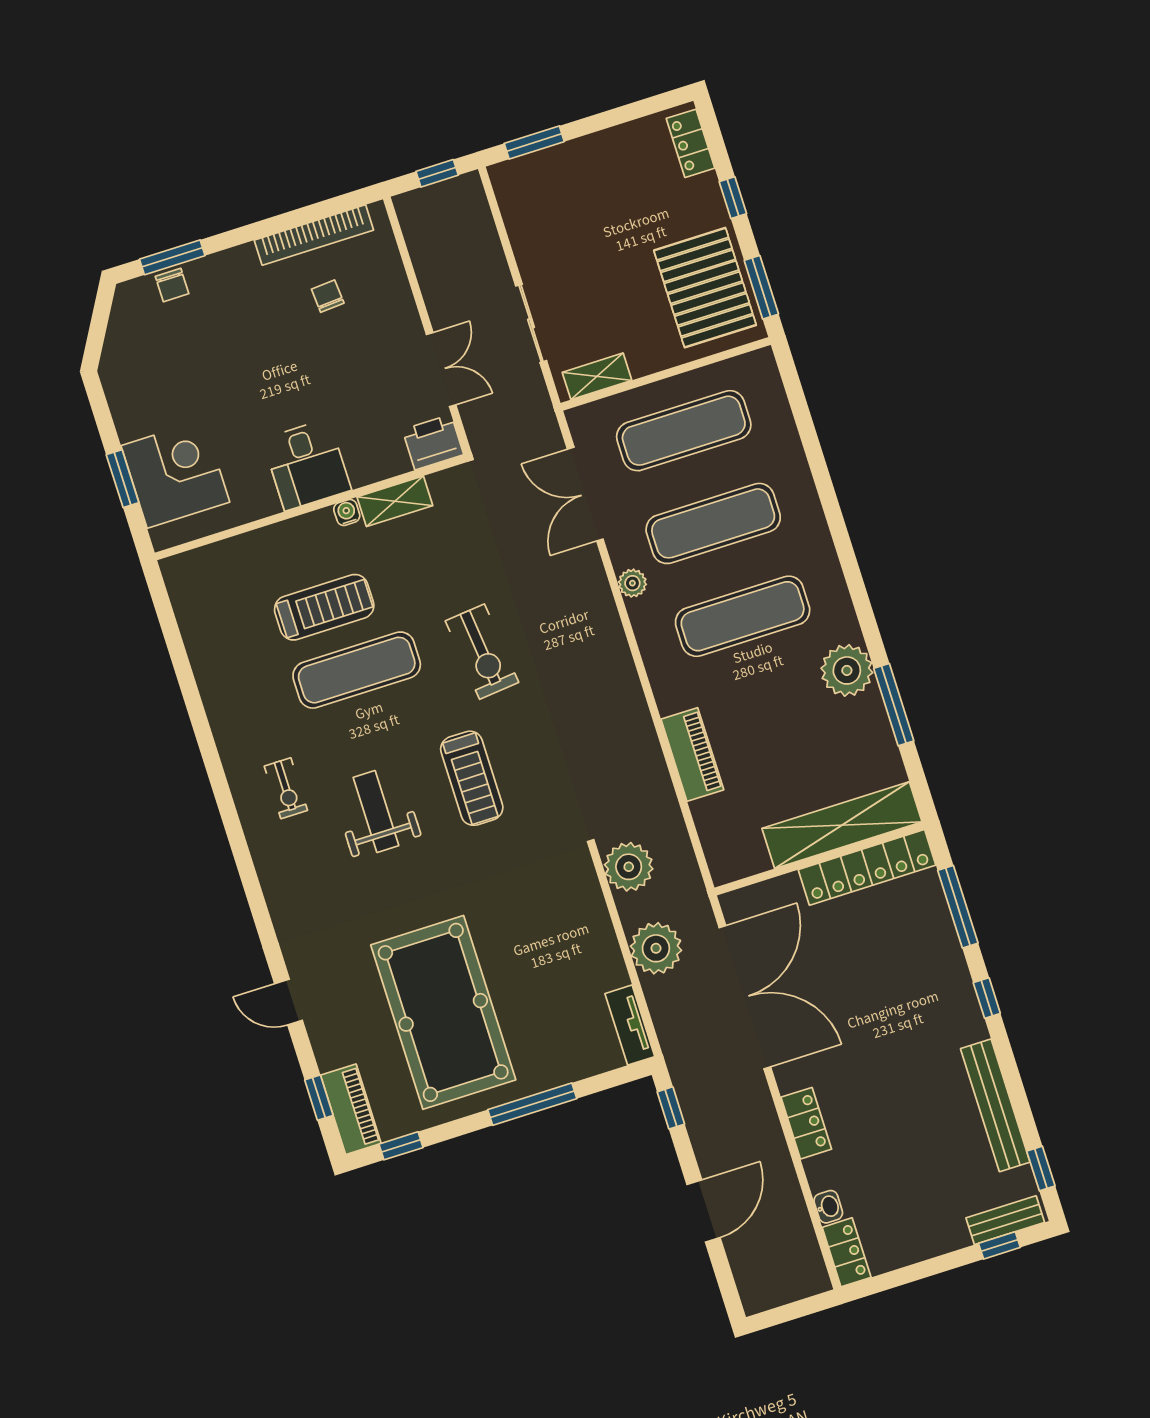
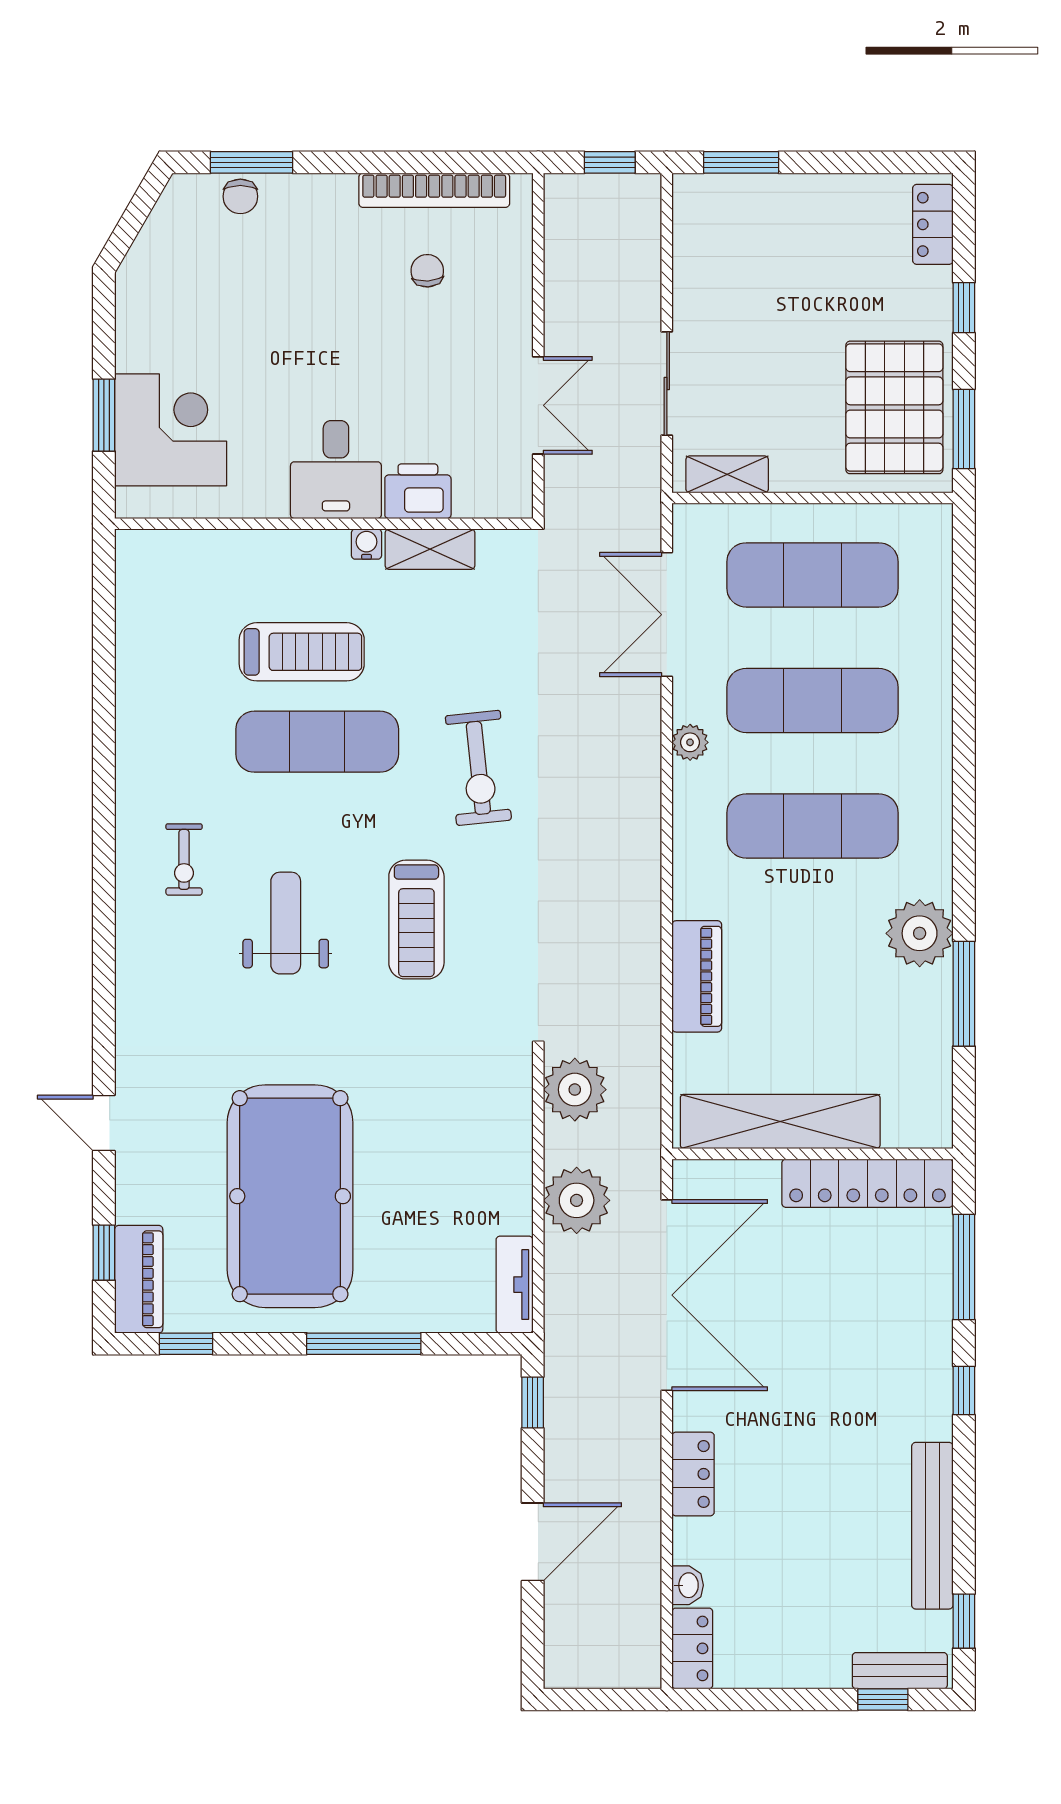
printer: (433, 442) -> (418, 491), moved
shelving: (842, 825) -> (780, 1121), moved

